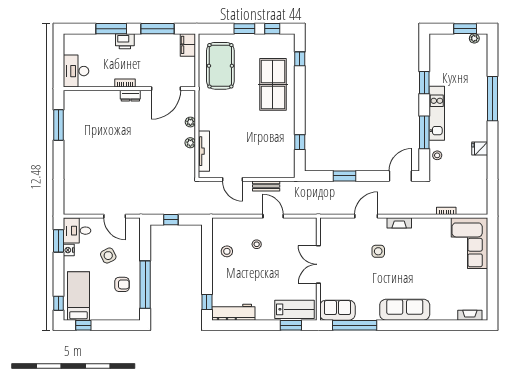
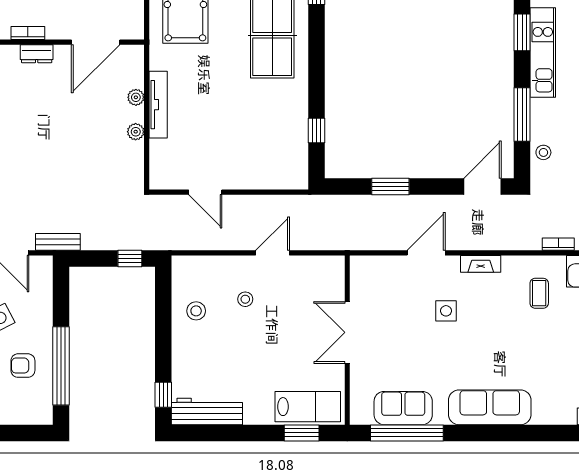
kitchen unit: (437, 113) -> (543, 53), moved
tv unit: (204, 151) -> (158, 105), moved
bench: (266, 186) -> (58, 242), moved
door: (273, 216) -> (273, 253), hinge flipped
window: (171, 220) -> (130, 259), moved
coffee table: (435, 241) -> (539, 293), added
armchair: (122, 284) -> (23, 366), turned 180
sofa: (337, 310) -> (403, 408), moved

